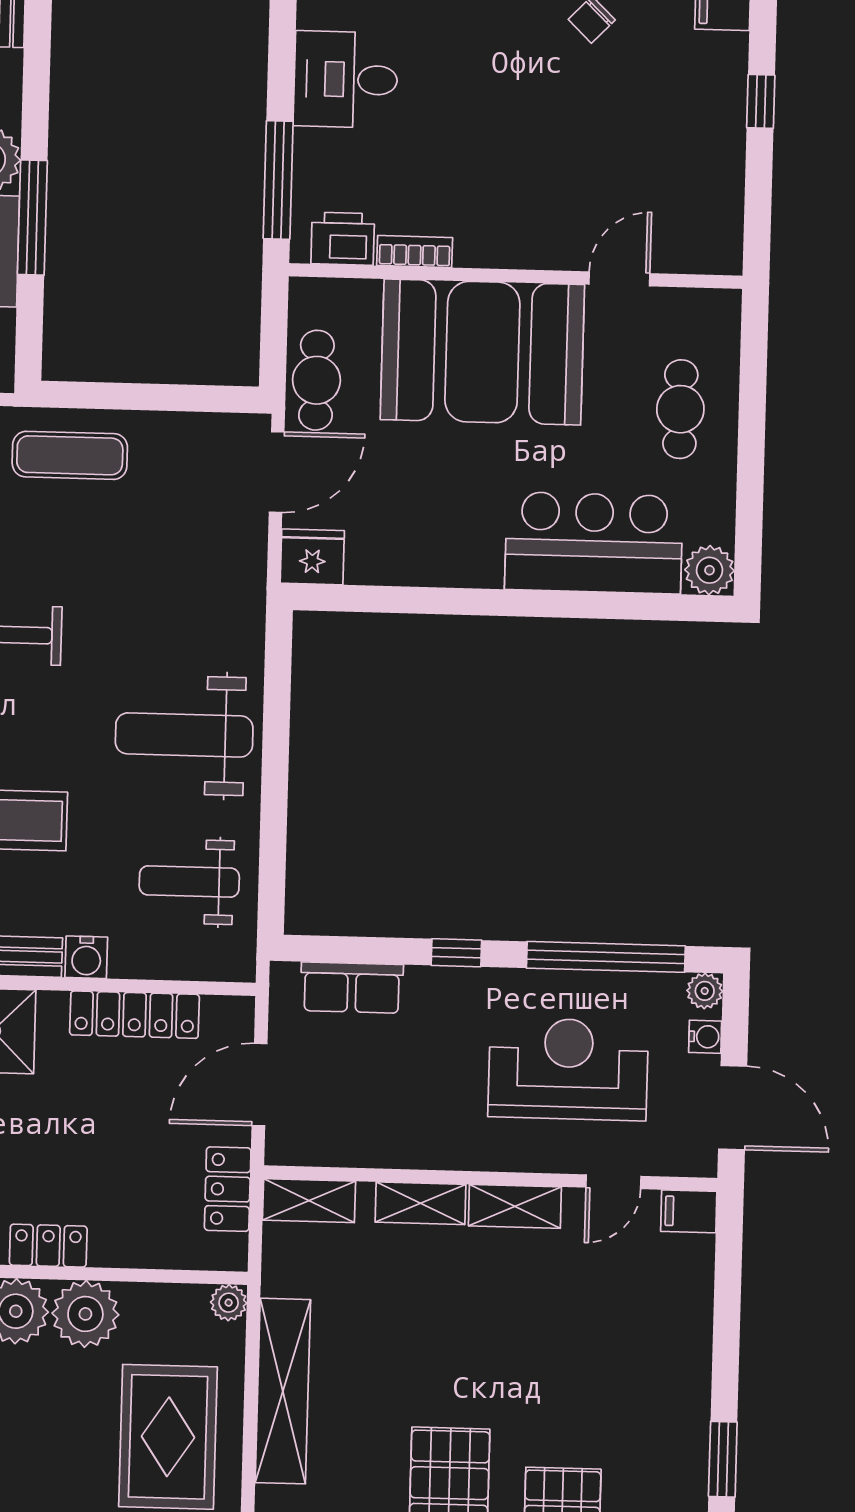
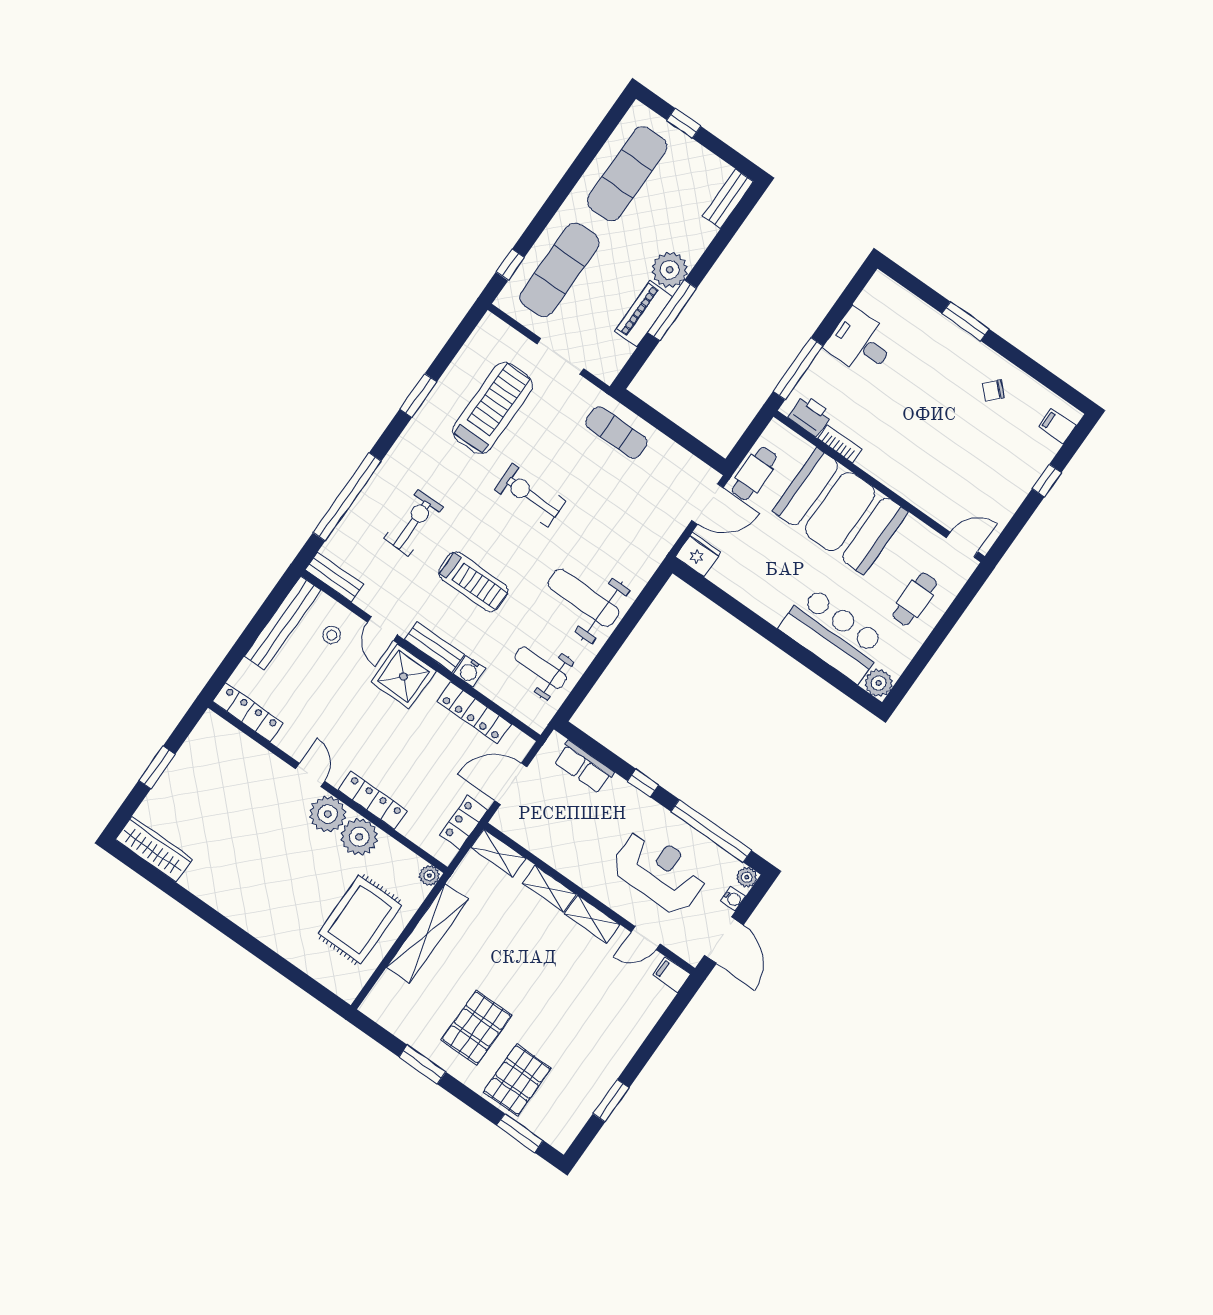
door: (619, 279) -> (962, 545), moved
locker: (48, 1246) -> (373, 800), width x1.53

